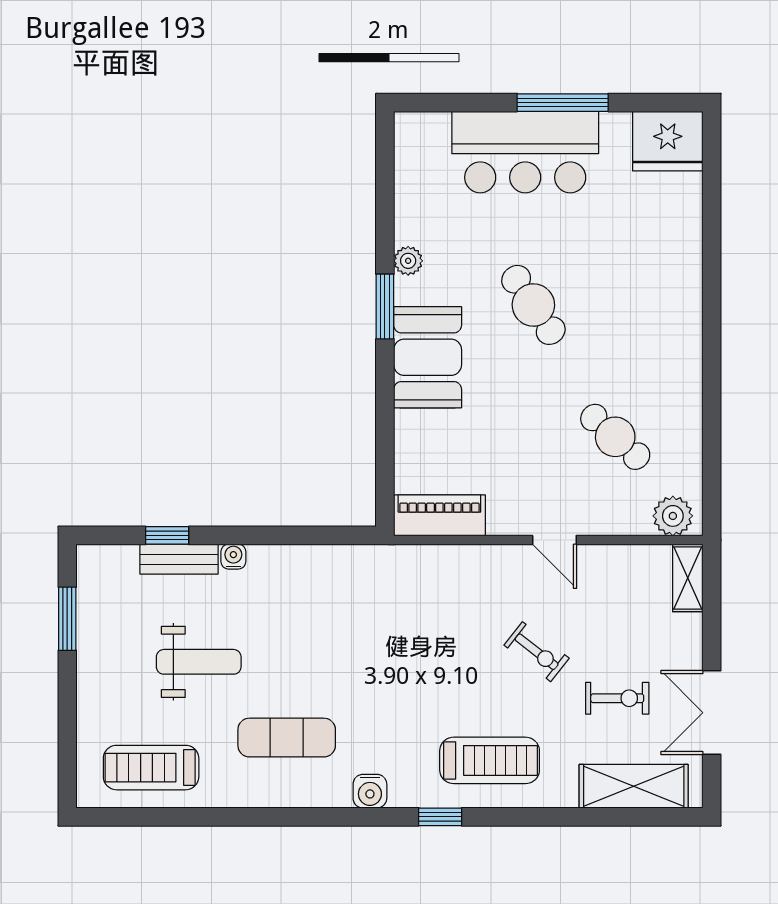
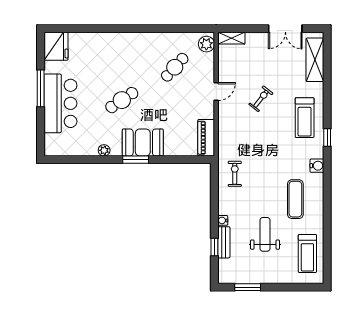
window: (385, 306) -> (136, 160), moved
exercise bike: (617, 698) -> (235, 174), moved
treadmill: (490, 760) -> (305, 118), turned 180

